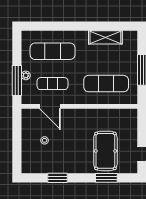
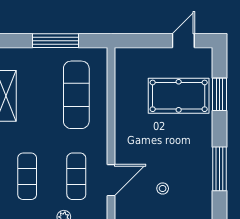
exercise mat: (53, 51) -> (27, 176), width x0.73, depth x0.69
window: (57, 178) -> (220, 169), width x1.44

